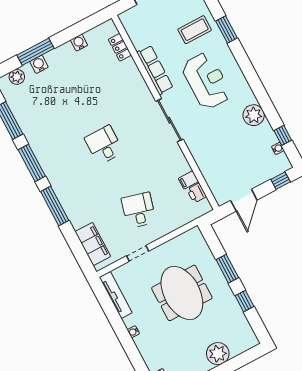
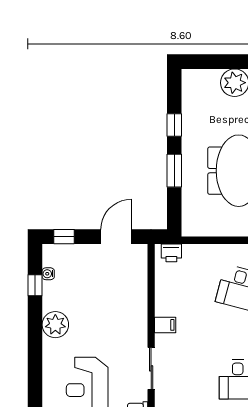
sliding door: (169, 120) -> (151, 368), width x0.73
filing cabinet: (188, 180) -> (165, 325), moved
printer: (197, 193) -> (171, 253), moved, turned 90

